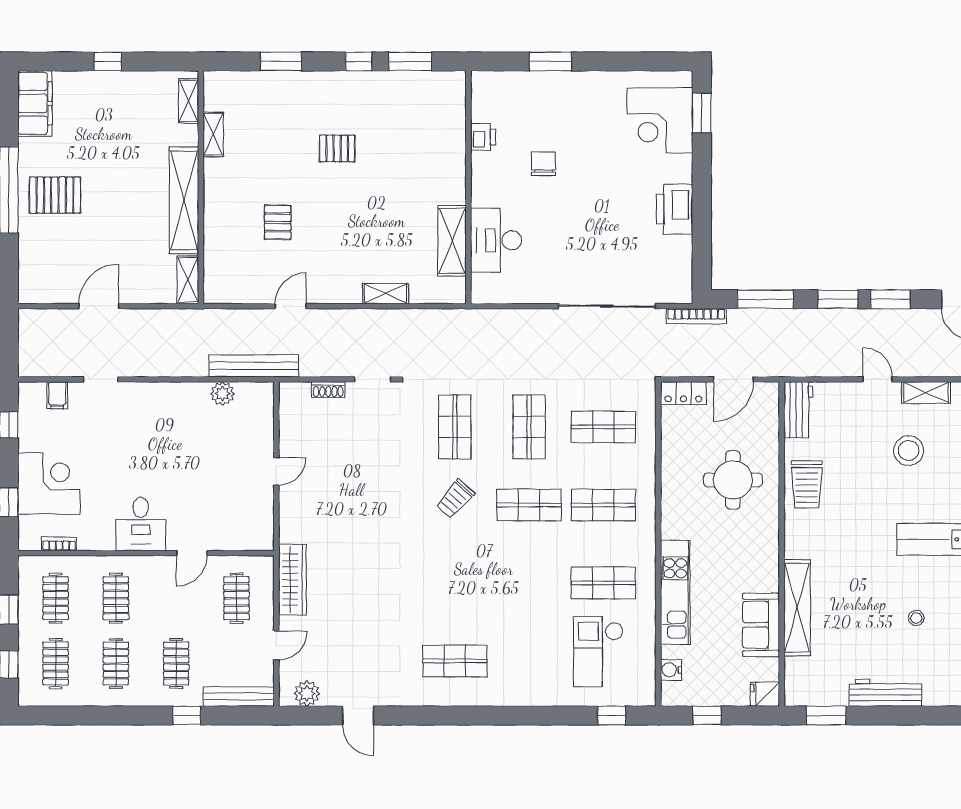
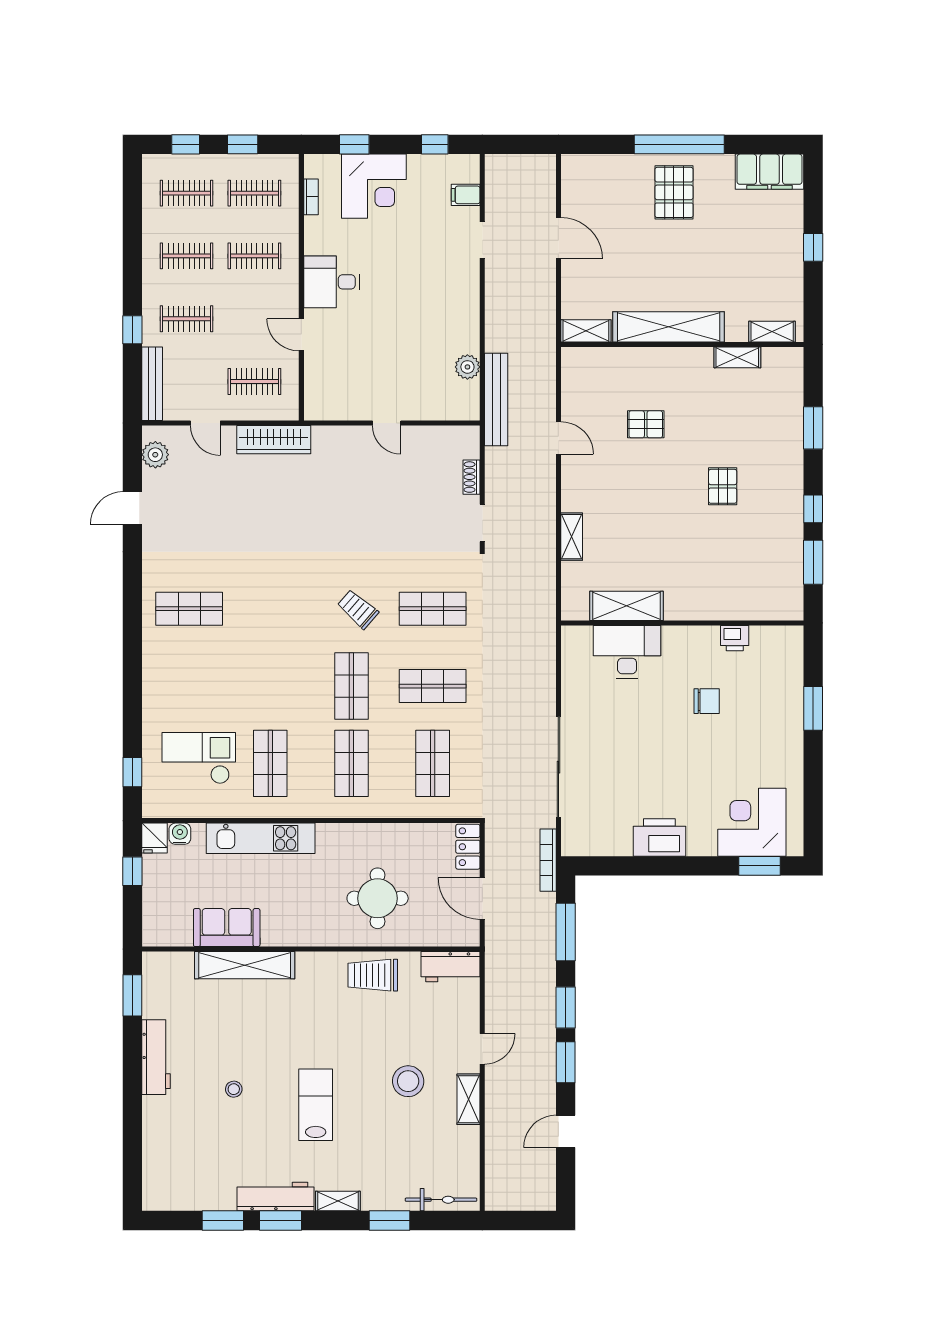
shop shelf: (455, 661) -> (189, 609), turned 90
fridge: (765, 694) -> (155, 838), moved, turned 180

